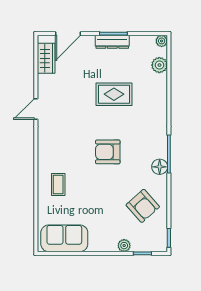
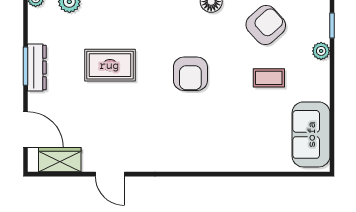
rug: (114, 94) -> (110, 65), turned 90
door: (36, 109) -> (110, 174), moved
coffee table: (58, 185) -> (269, 78), moved

